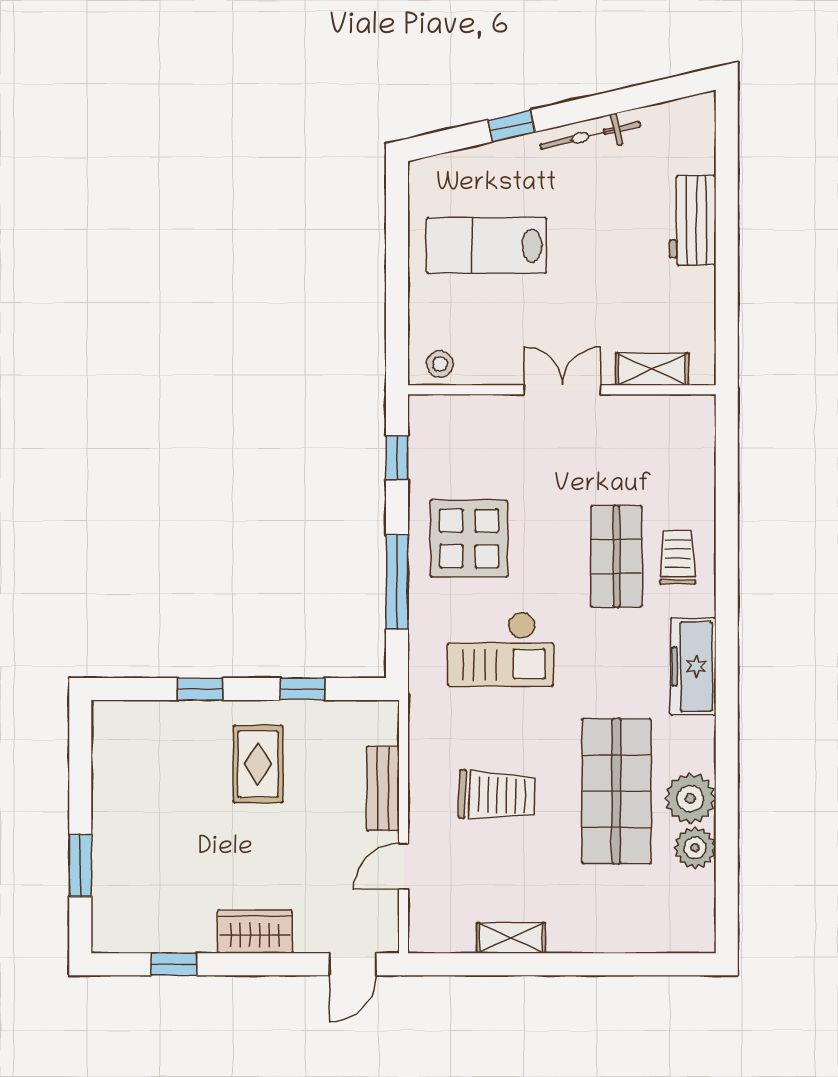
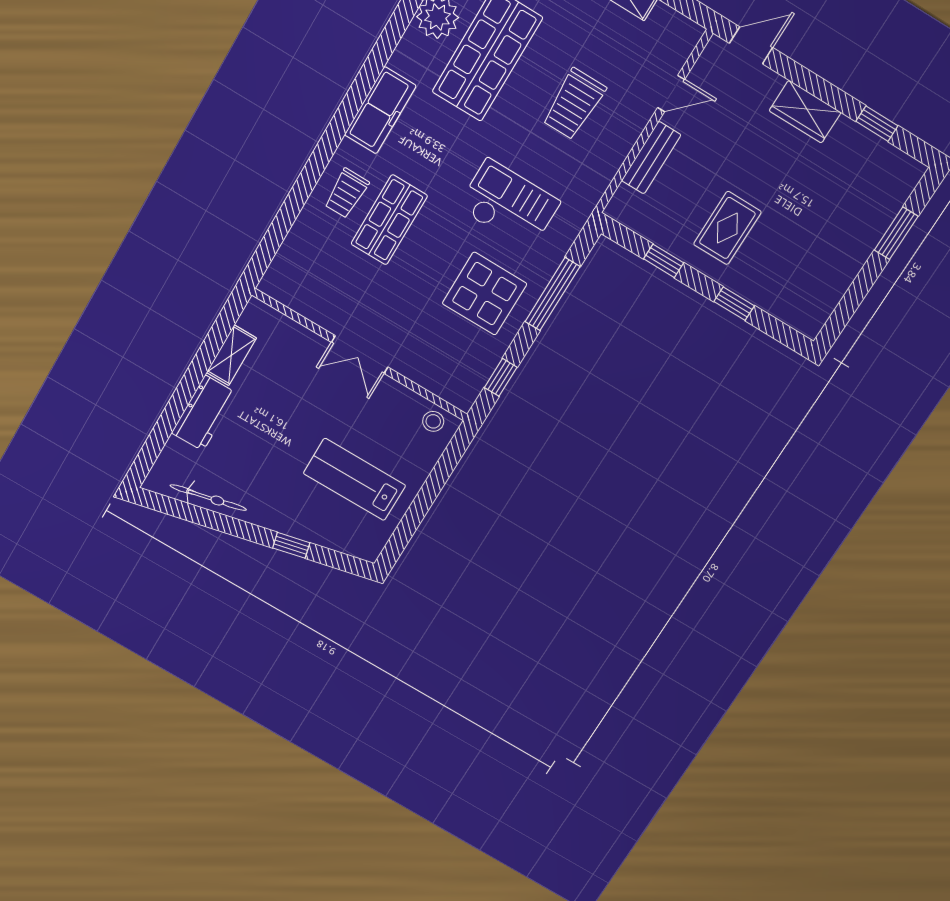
bicycle: (590, 135) -> (208, 498), moved
lab bench: (486, 245) -> (354, 479), turned 180
shelving: (652, 369) -> (231, 355), moved, turned 90
trolley: (497, 795) -> (574, 104), turned -92

